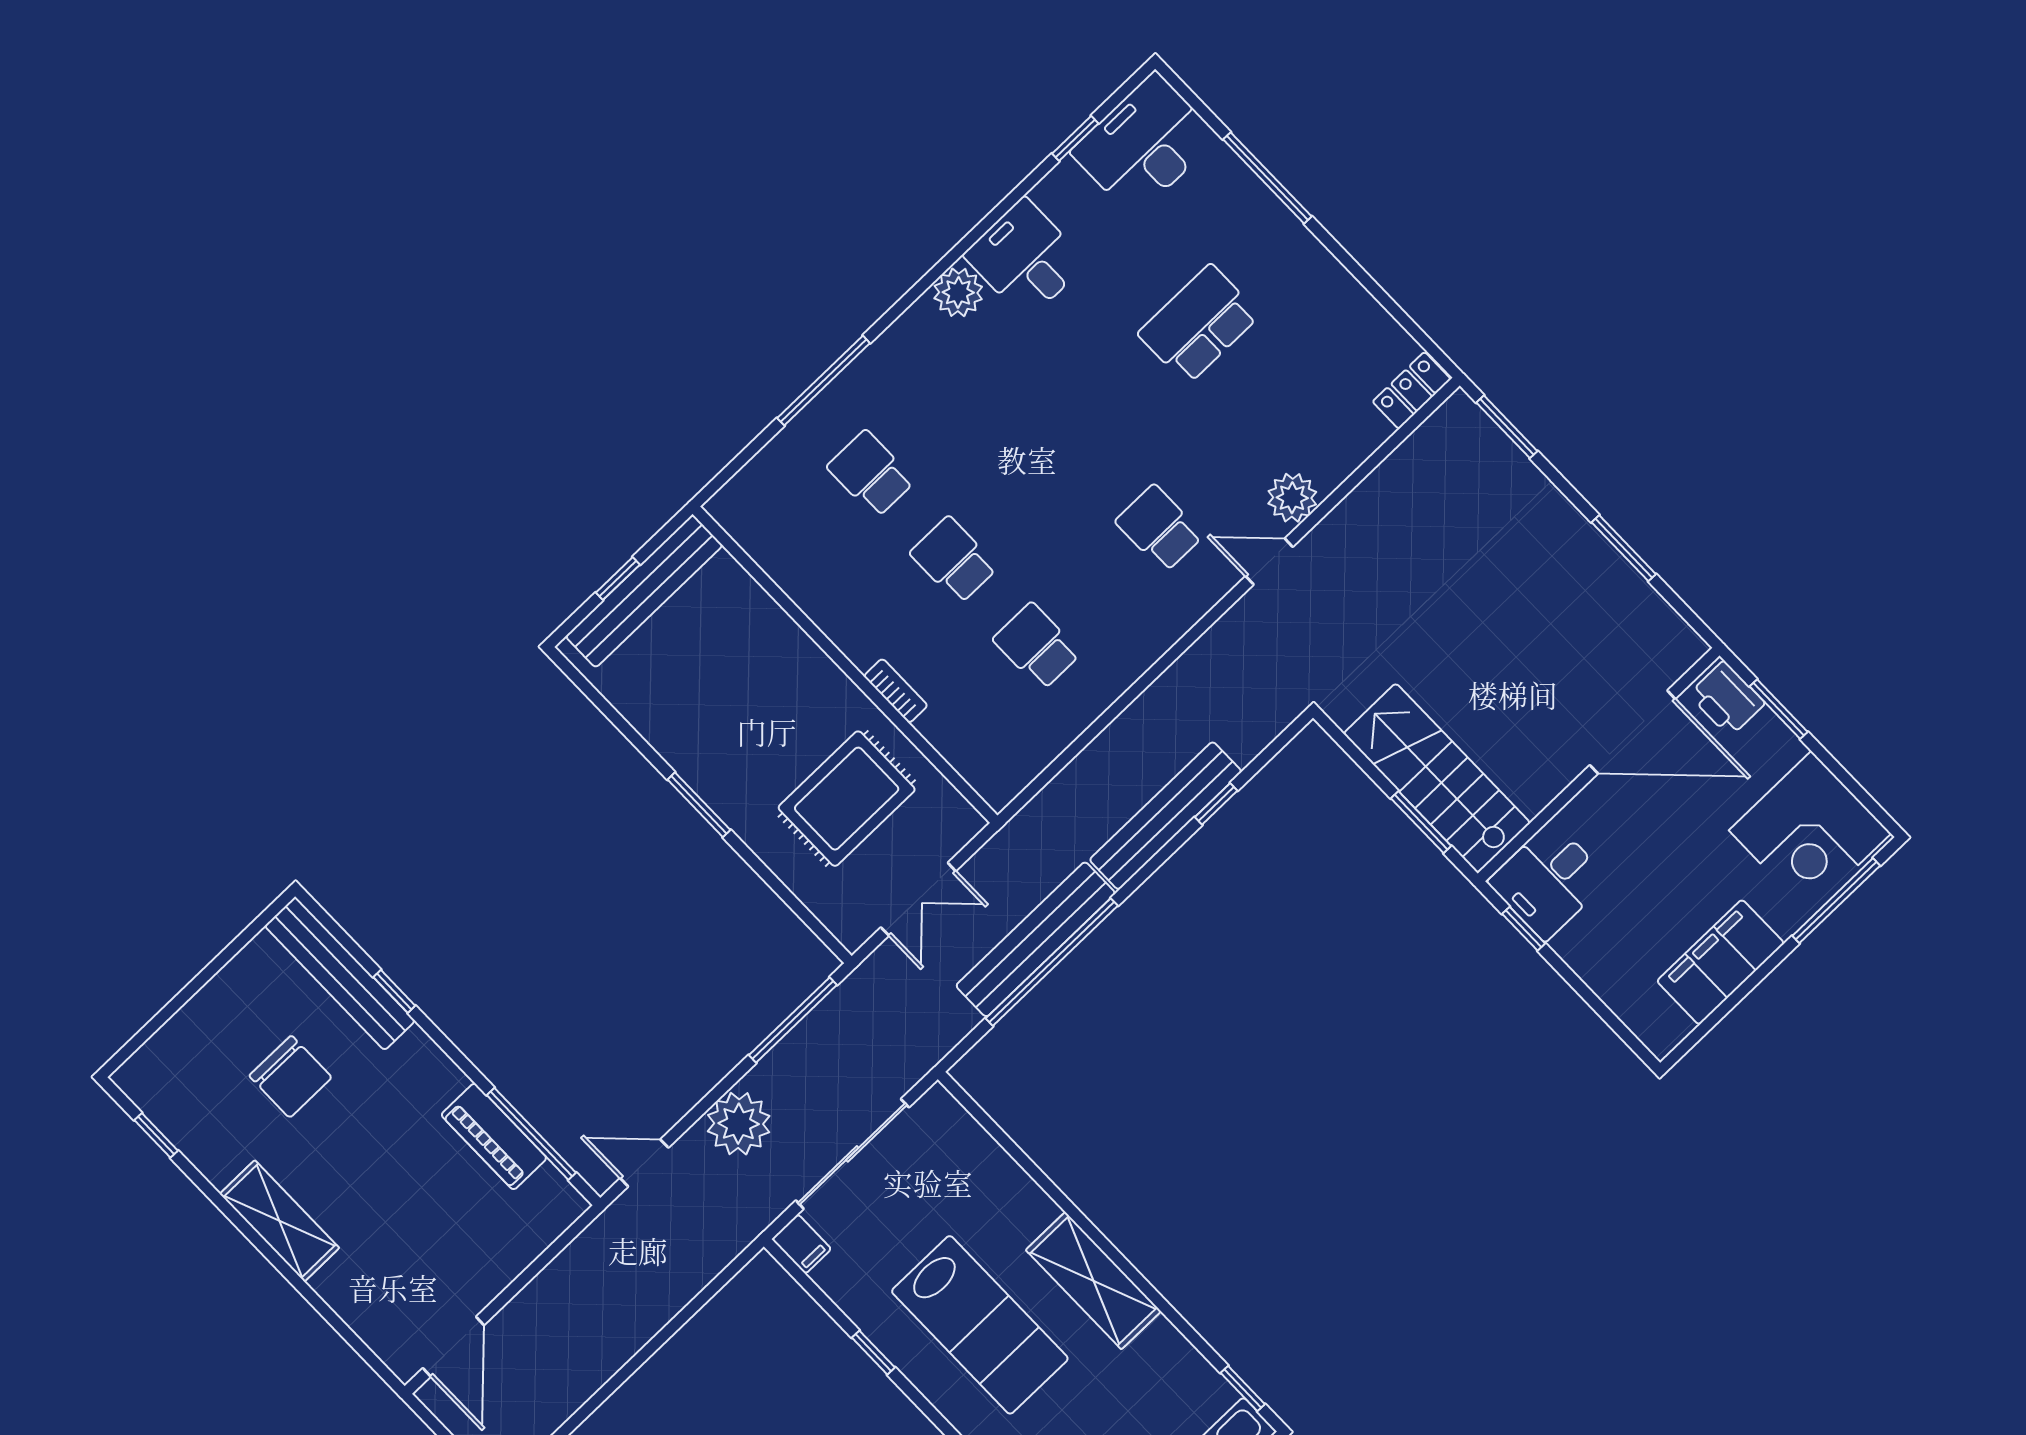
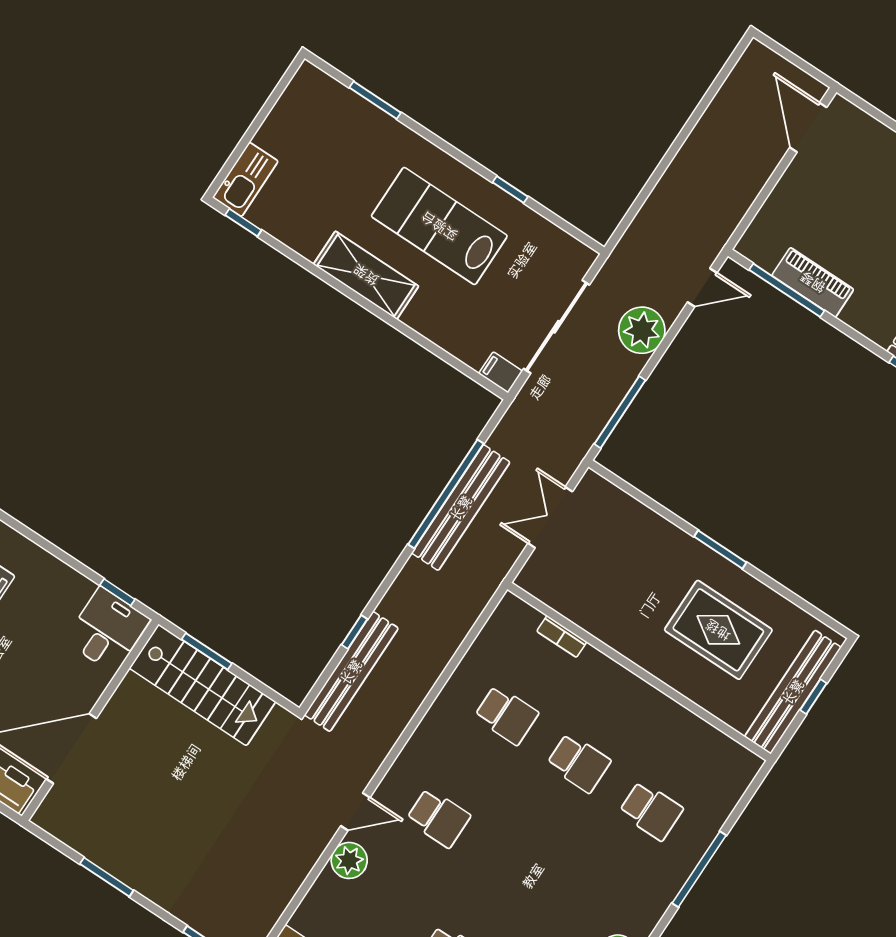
bookcase: (896, 691) -> (562, 637), moved
rug: (847, 799) -> (718, 630), moved, turned 90
bench: (1166, 816) -> (351, 672), moved
filing cabinet: (802, 1244) -> (501, 372), moved

